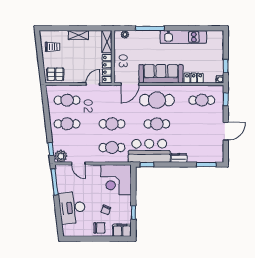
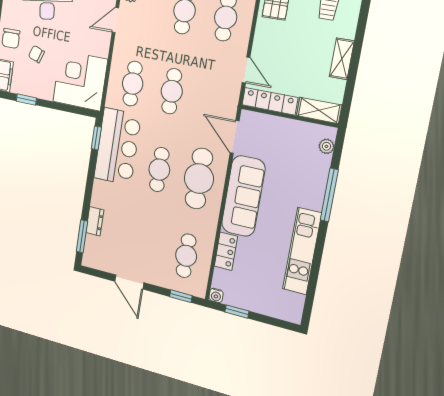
dresser: (179, 158) -> (95, 221), moved

